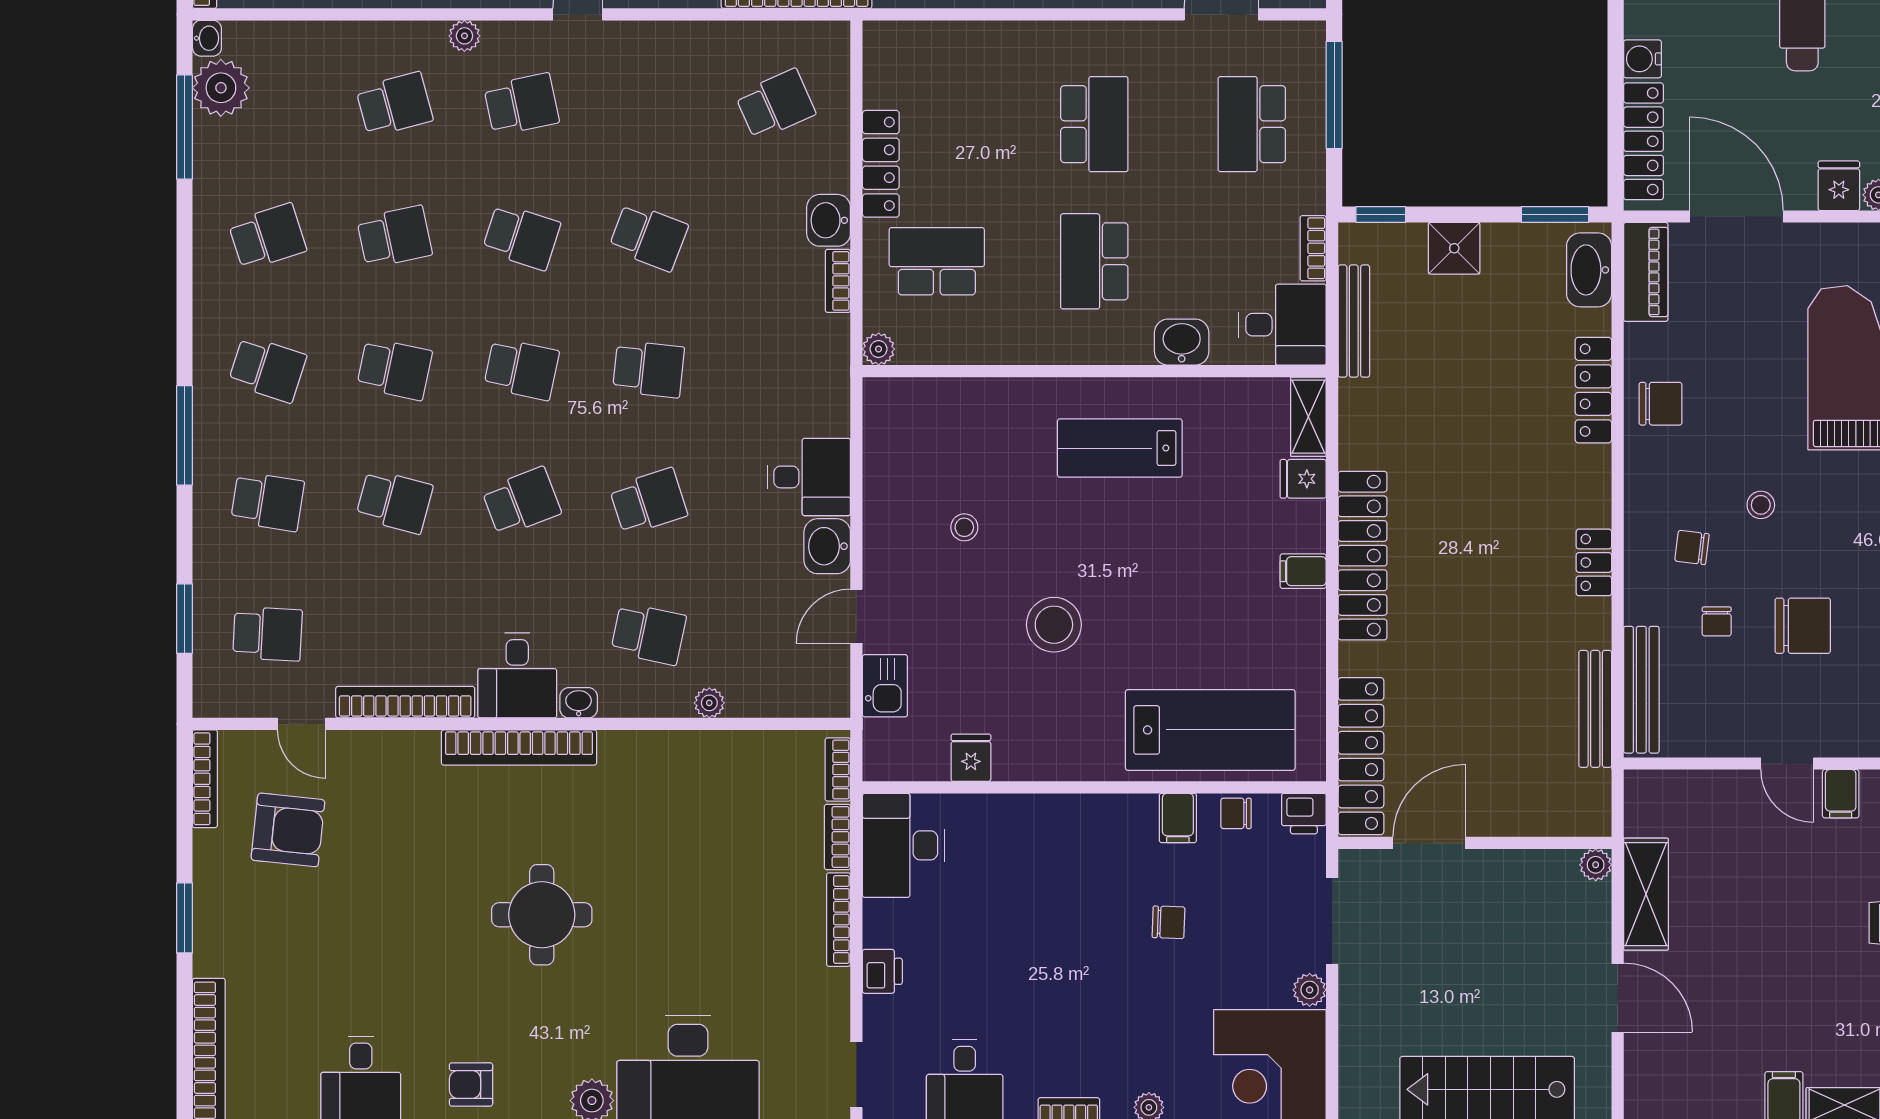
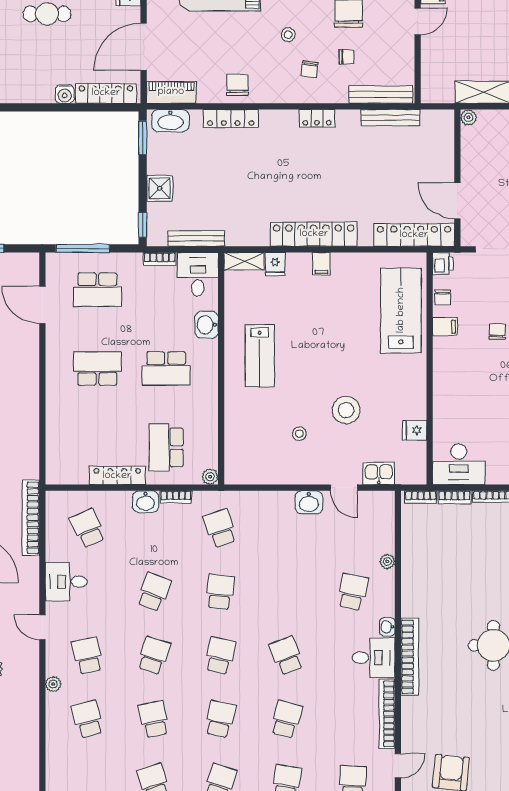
desk: (809, 477) -> (66, 582), moved, turned -90
school desk: (648, 501) -> (220, 528), moved
stool: (1054, 625) -> (346, 410), moved

